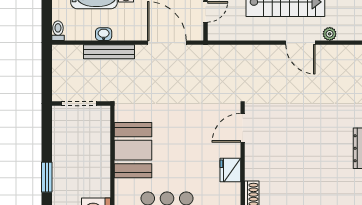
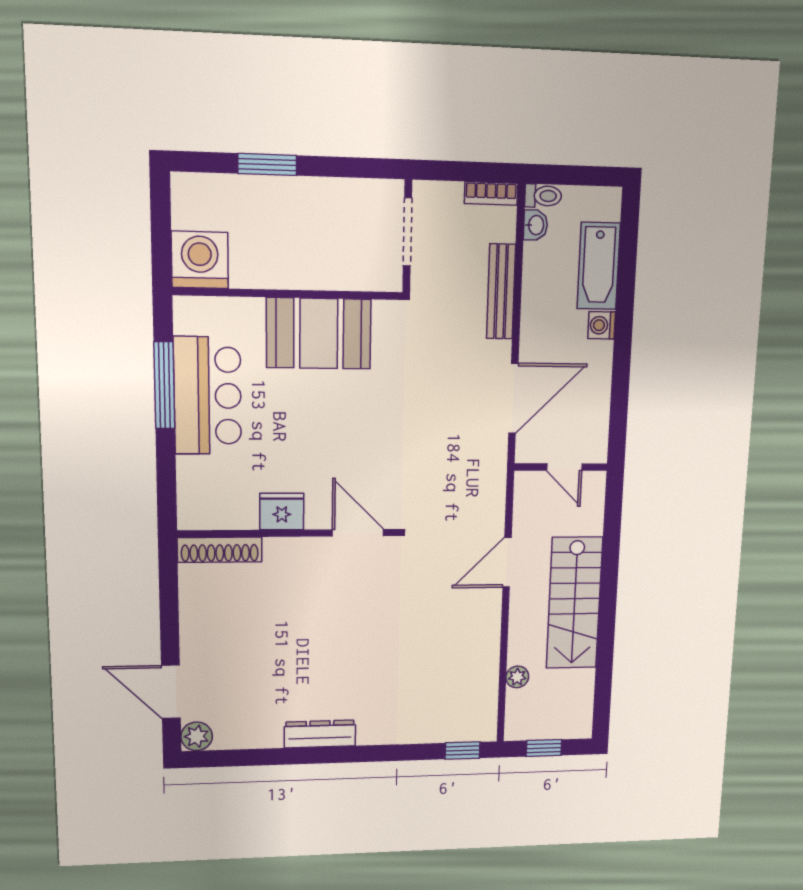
washbasin: (104, 34) -> (536, 225), moved
door: (300, 43) -> (507, 562), moved
bookcase: (58, 59) -> (491, 193), added

